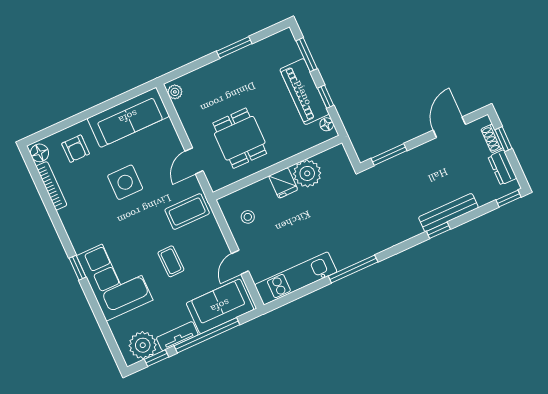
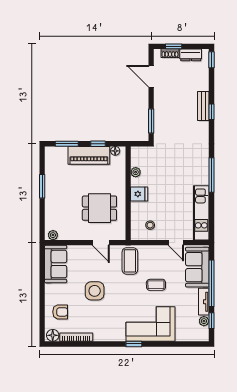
sofa: (128, 117) -> (56, 264), width x0.73
plant: (307, 173) -> (136, 172), width x0.53, depth x0.53
bench: (448, 213) -> (203, 106), width x0.73
plant: (143, 345) -> (204, 321), width x0.53, depth x0.53

